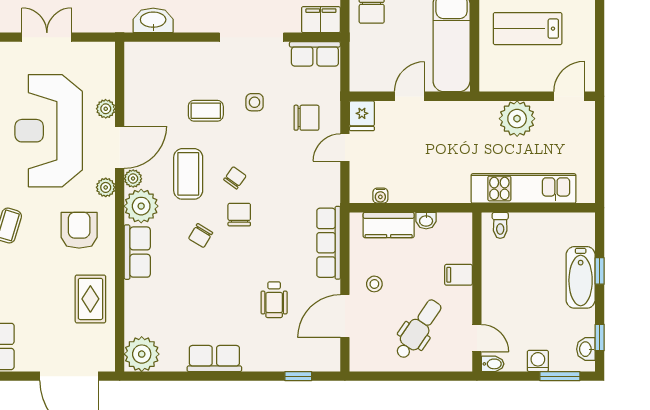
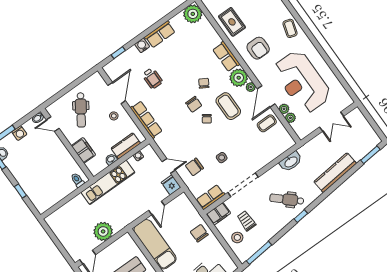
coffee table: (206, 111) -> (267, 123), moved
reception desk: (49, 131) -> (302, 82), turned 180
door: (345, 147) -> (169, 166), hinge flipped
plant: (106, 187) -> (290, 118), moved
kitchen unit: (523, 188) -> (108, 182), moved
filing cabinet: (458, 275) -> (83, 150), width x2.00
bathtub: (581, 277) -> (27, 182), removed
wheelchair: (274, 300) -> (152, 78), turned 180
water cooler: (254, 361) -> (142, 45), added

